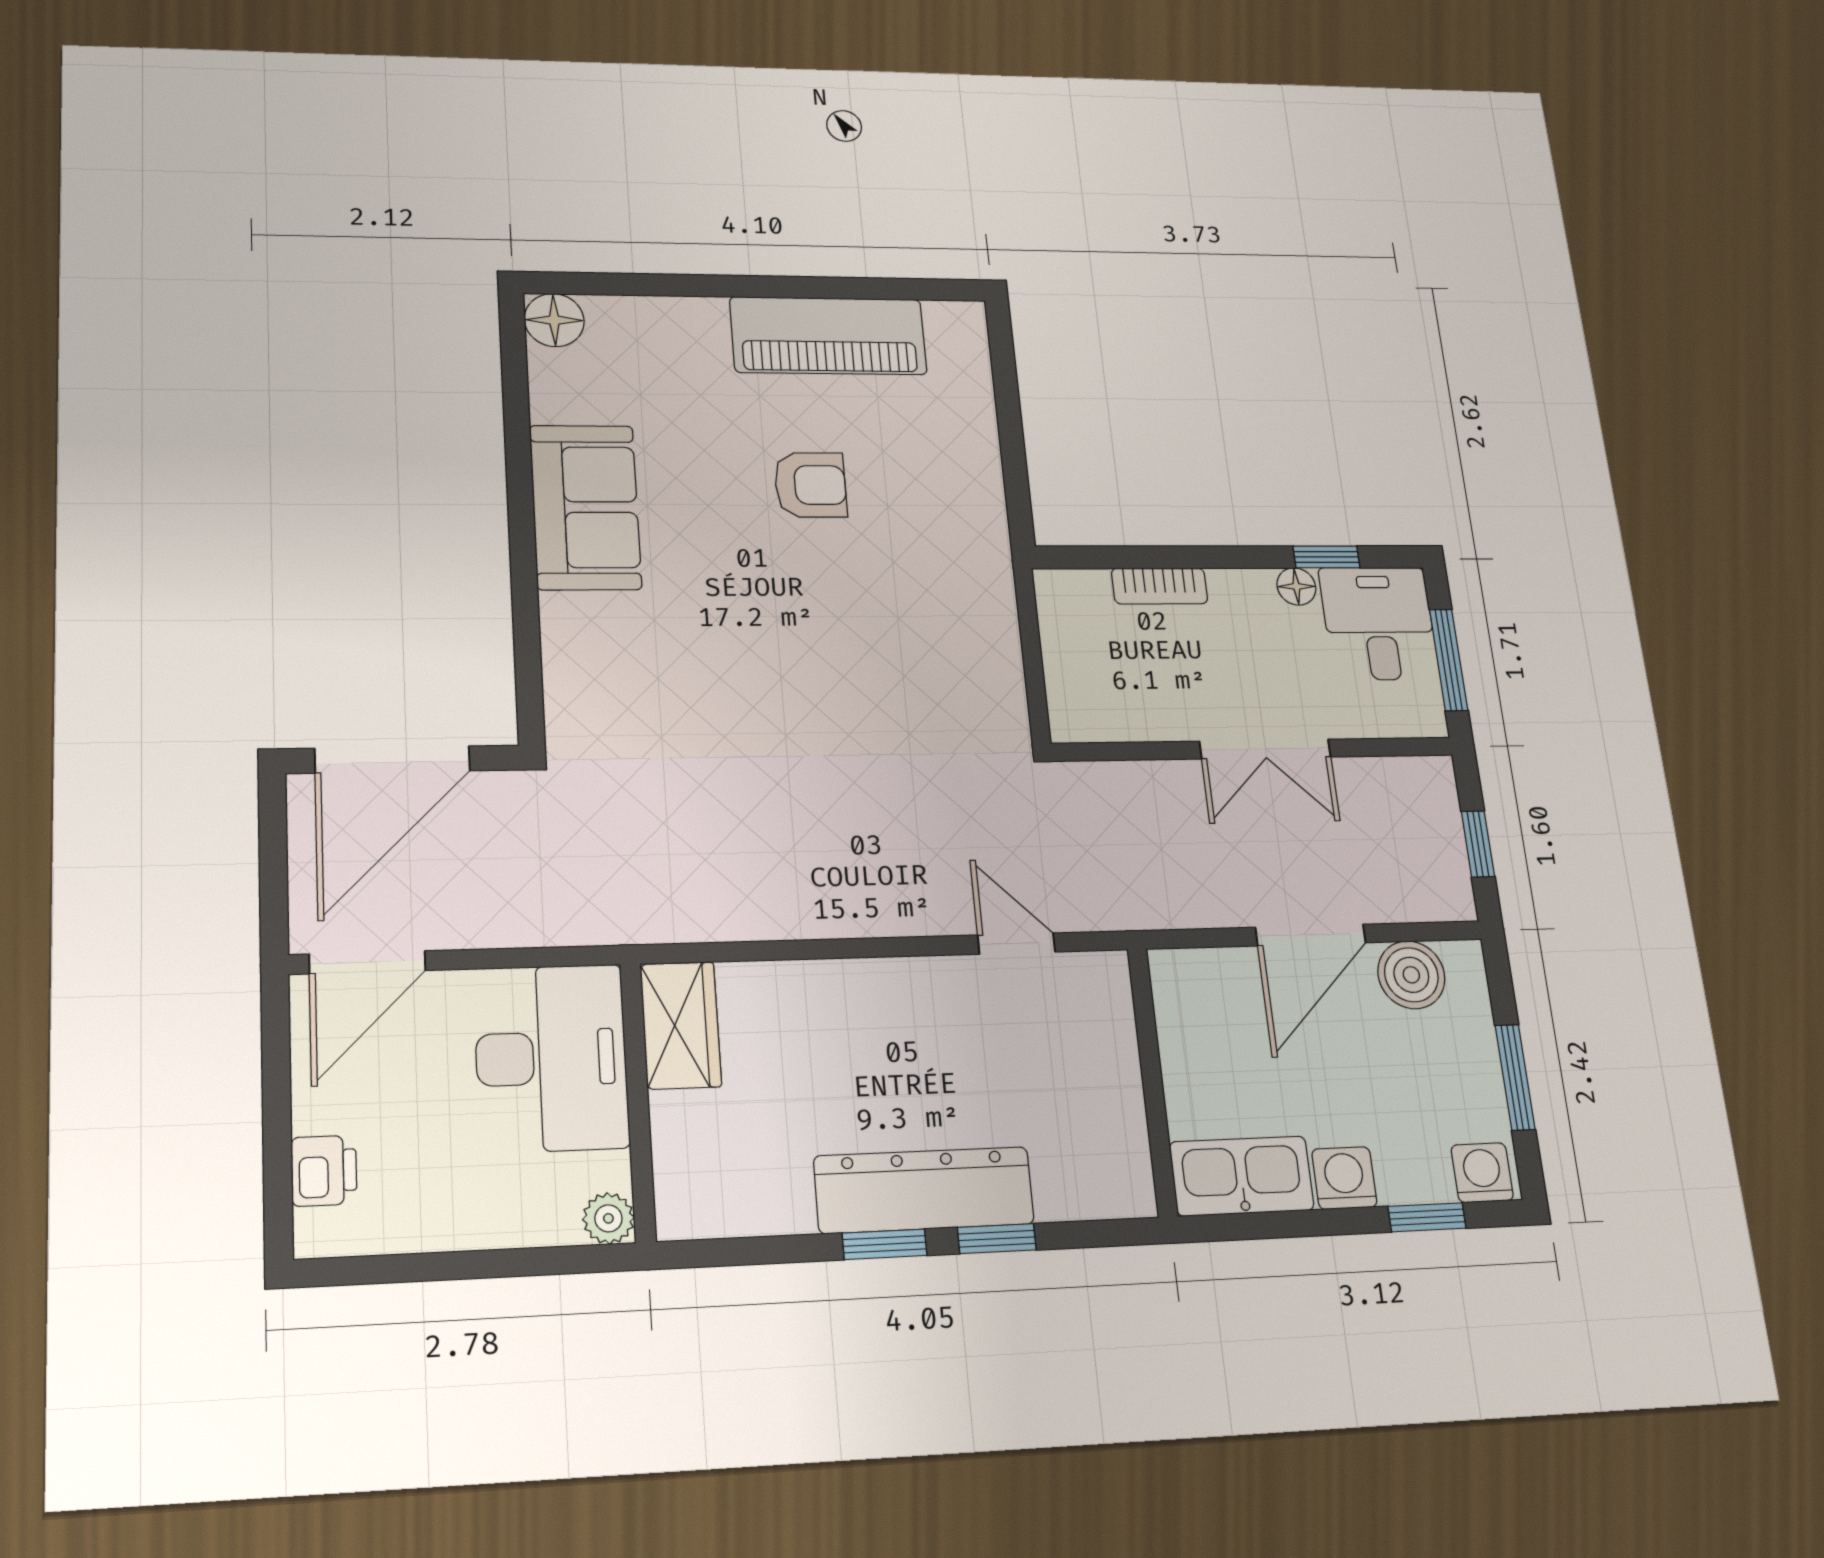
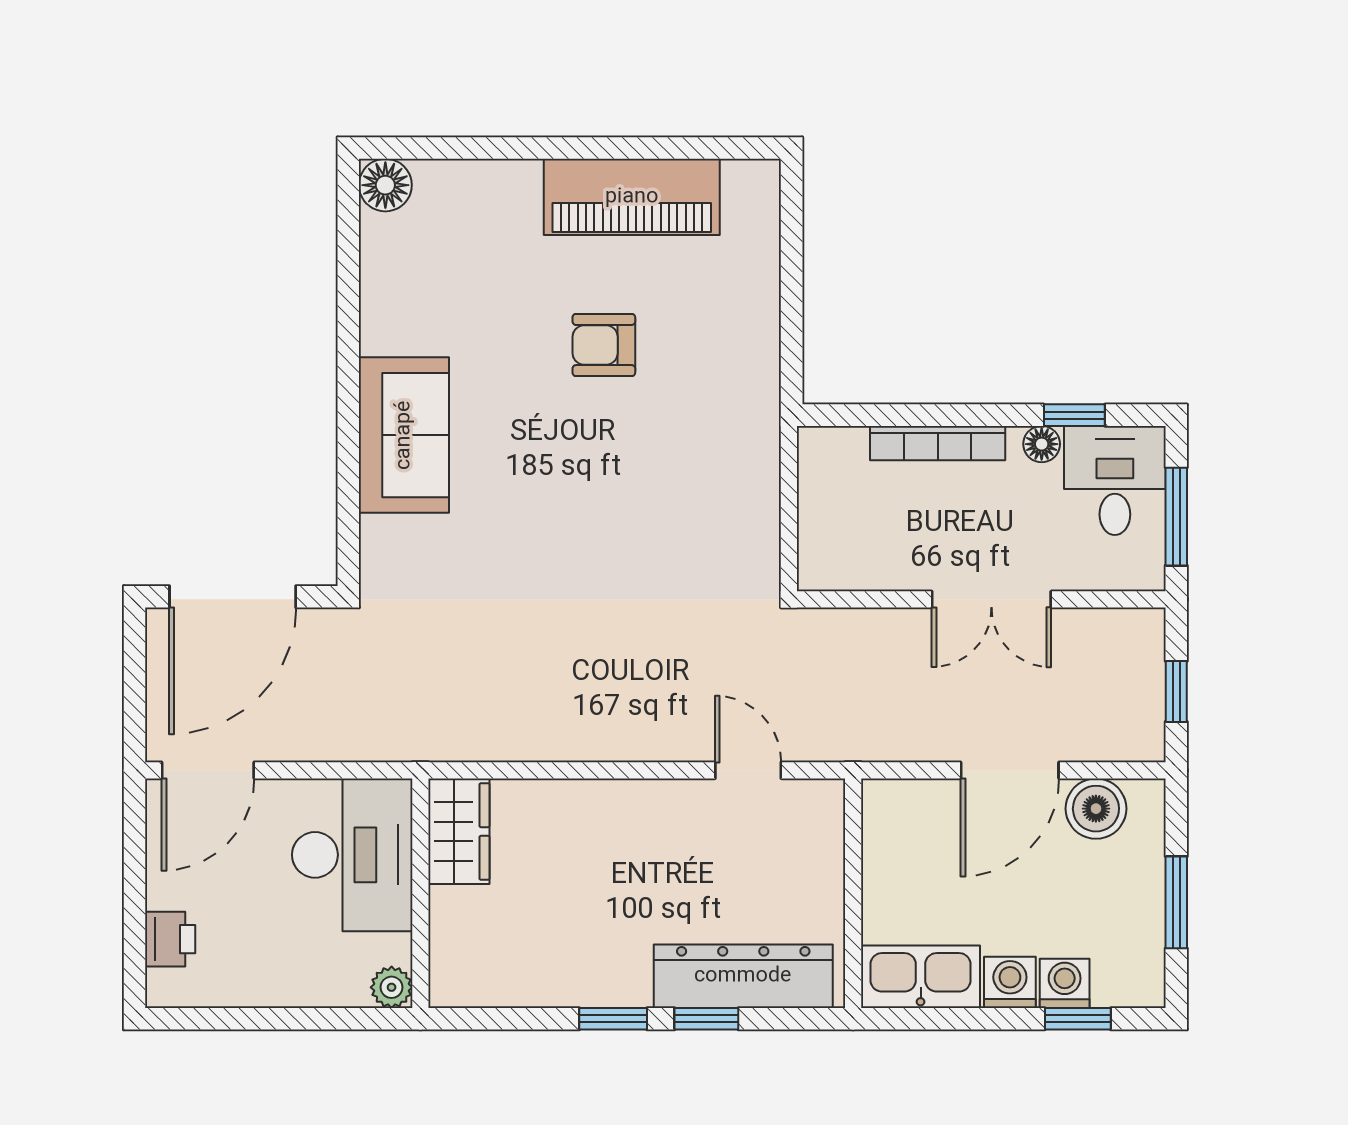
armchair: (810, 485) -> (604, 345), turned 180
sofa: (585, 507) -> (404, 435), moved
bookcase: (1160, 586) -> (938, 443), width x1.56
washing machine: (1482, 1173) -> (1065, 983), moved
dresser: (924, 1190) -> (743, 976), moved

